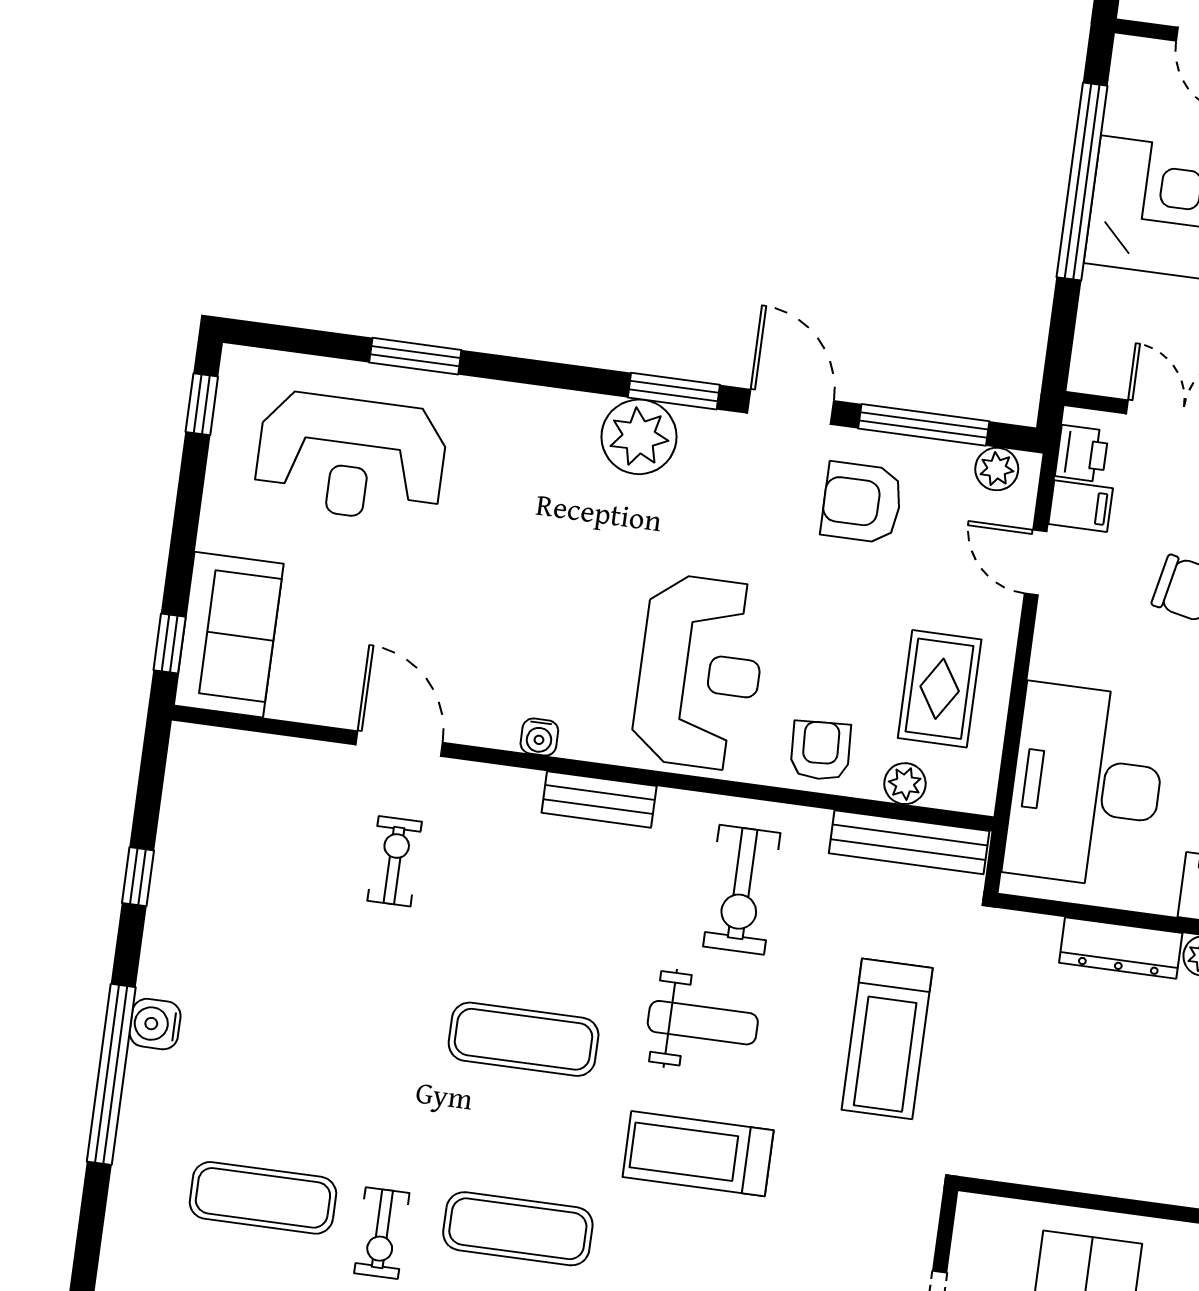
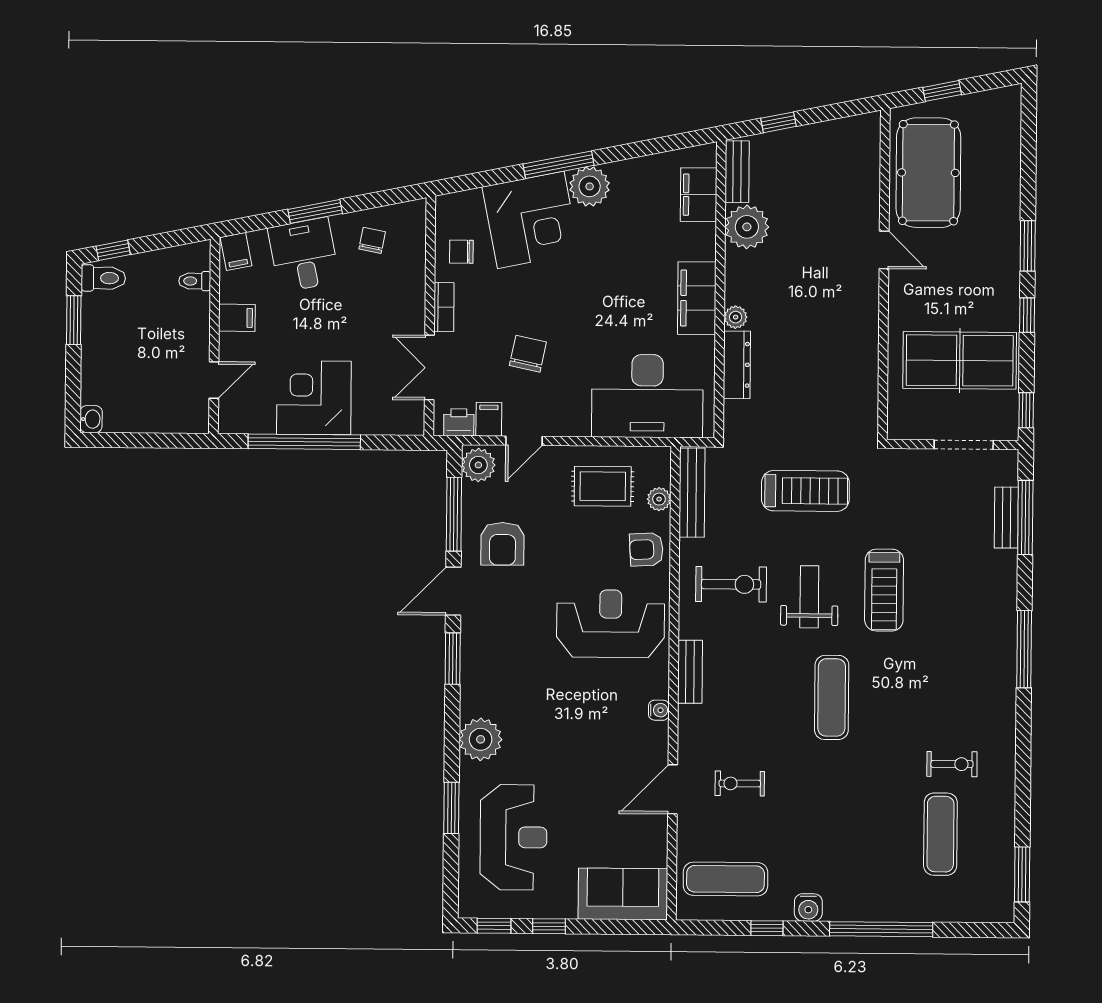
plant: (639, 437) -> (481, 739), moved
plant: (997, 469) -> (478, 465), width x1.38, depth x1.38
window: (170, 643) -> (549, 926), moved
water cooler: (155, 1024) -> (808, 907), moved
exercise mat: (518, 1229) -> (725, 879), moved, turned 90

